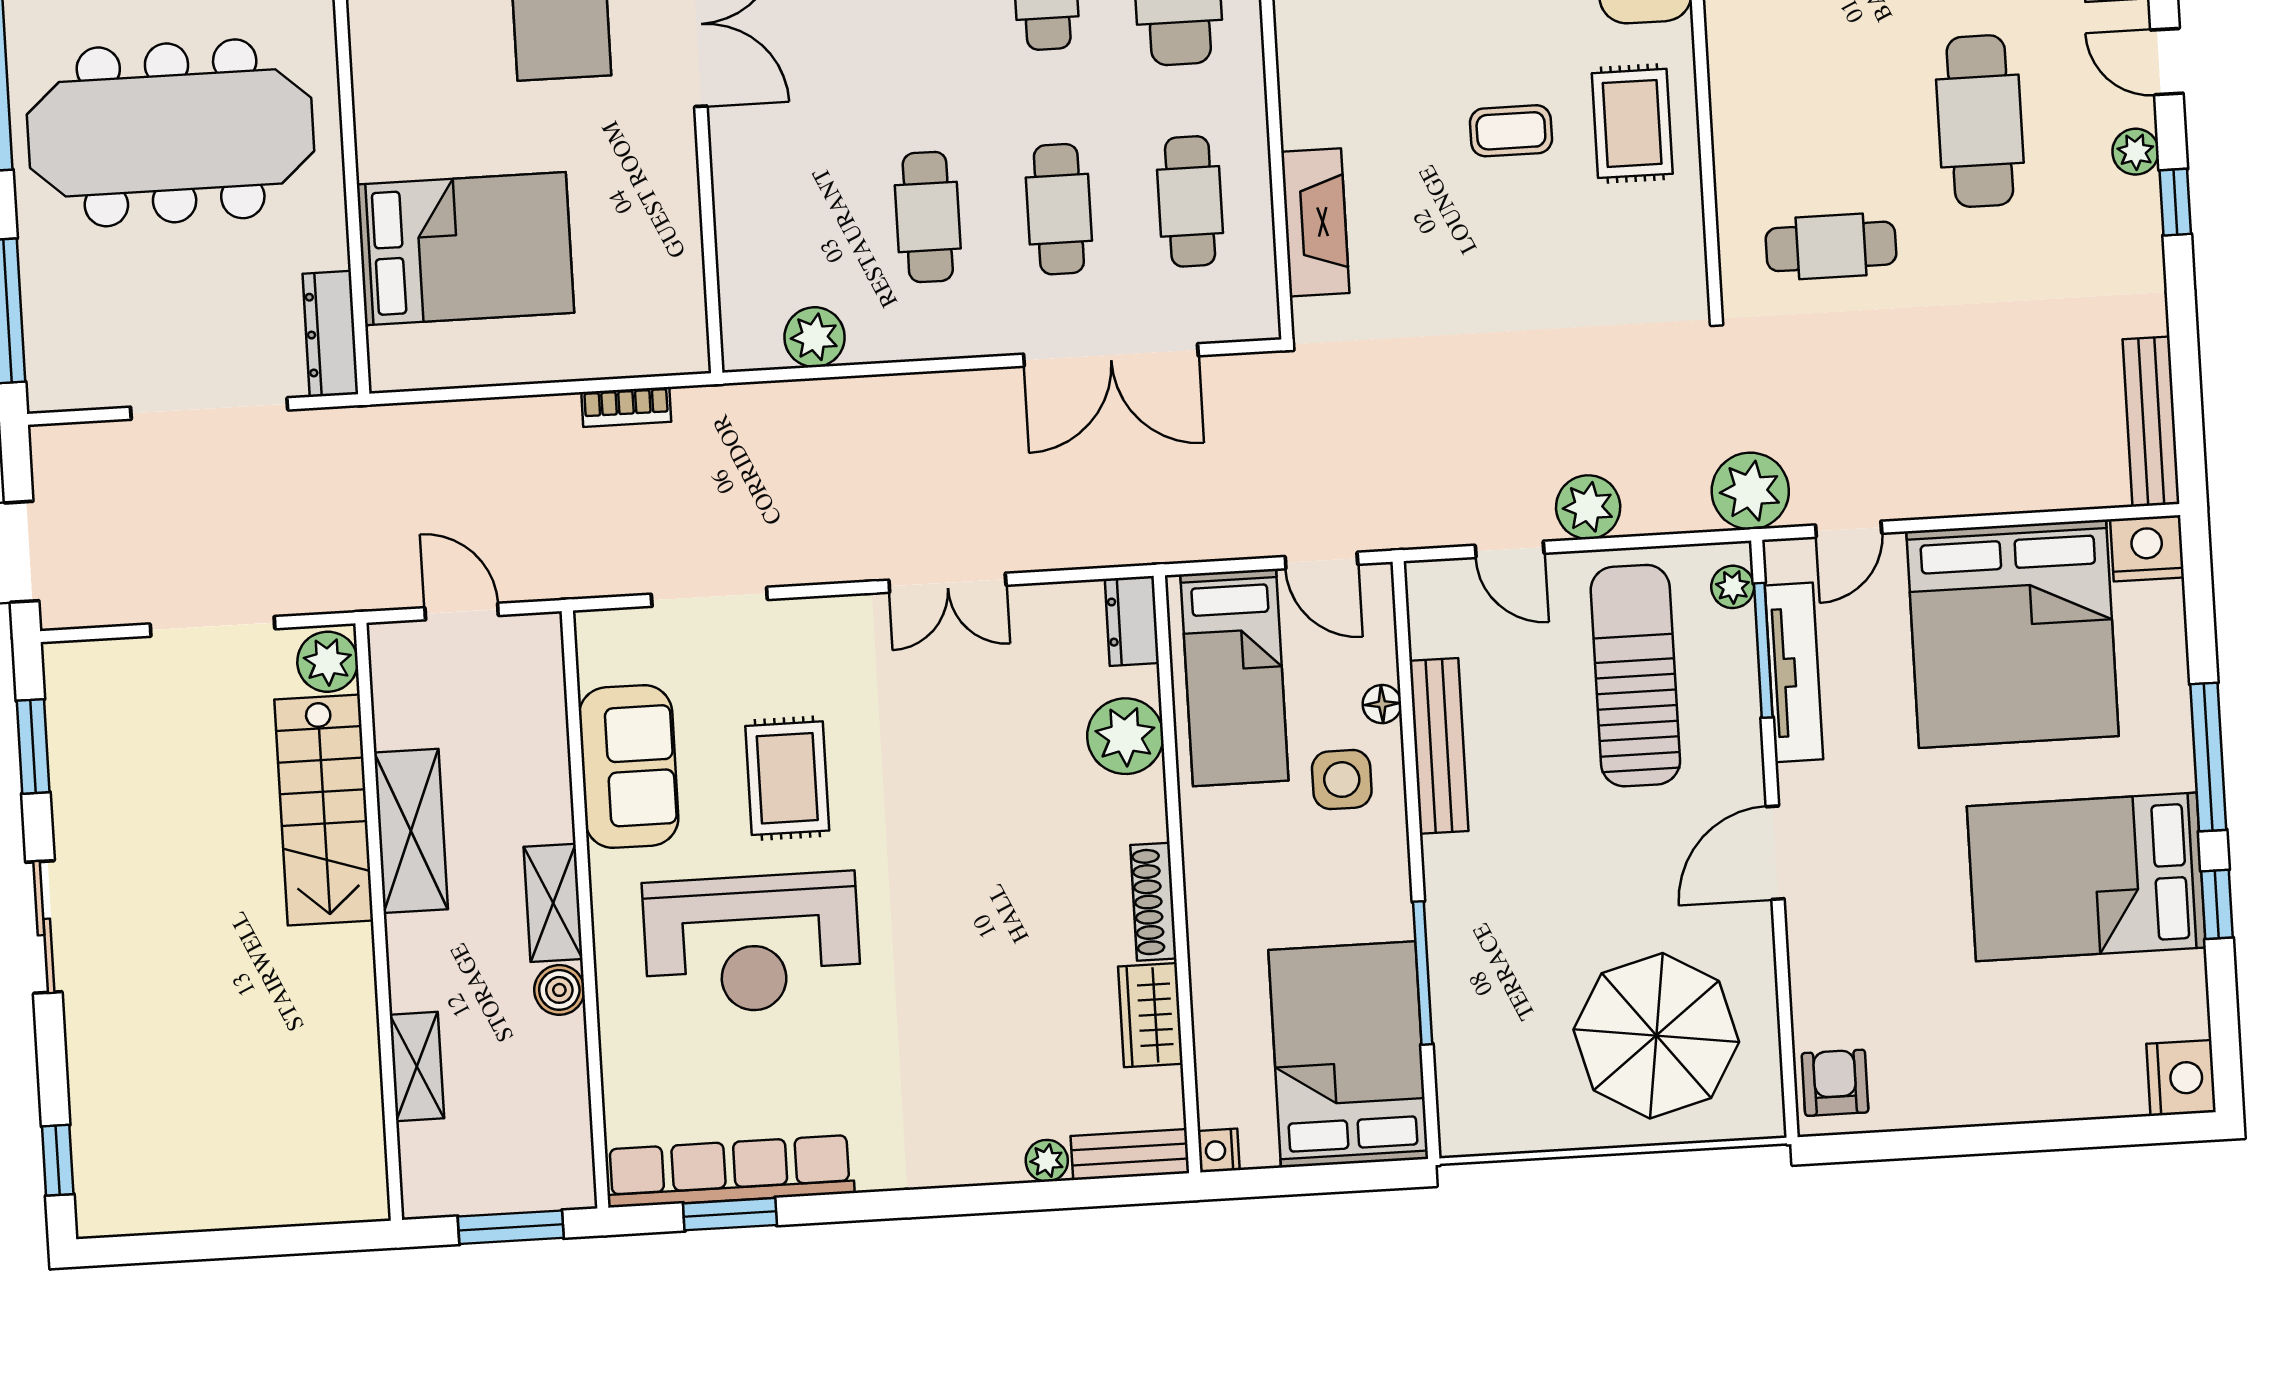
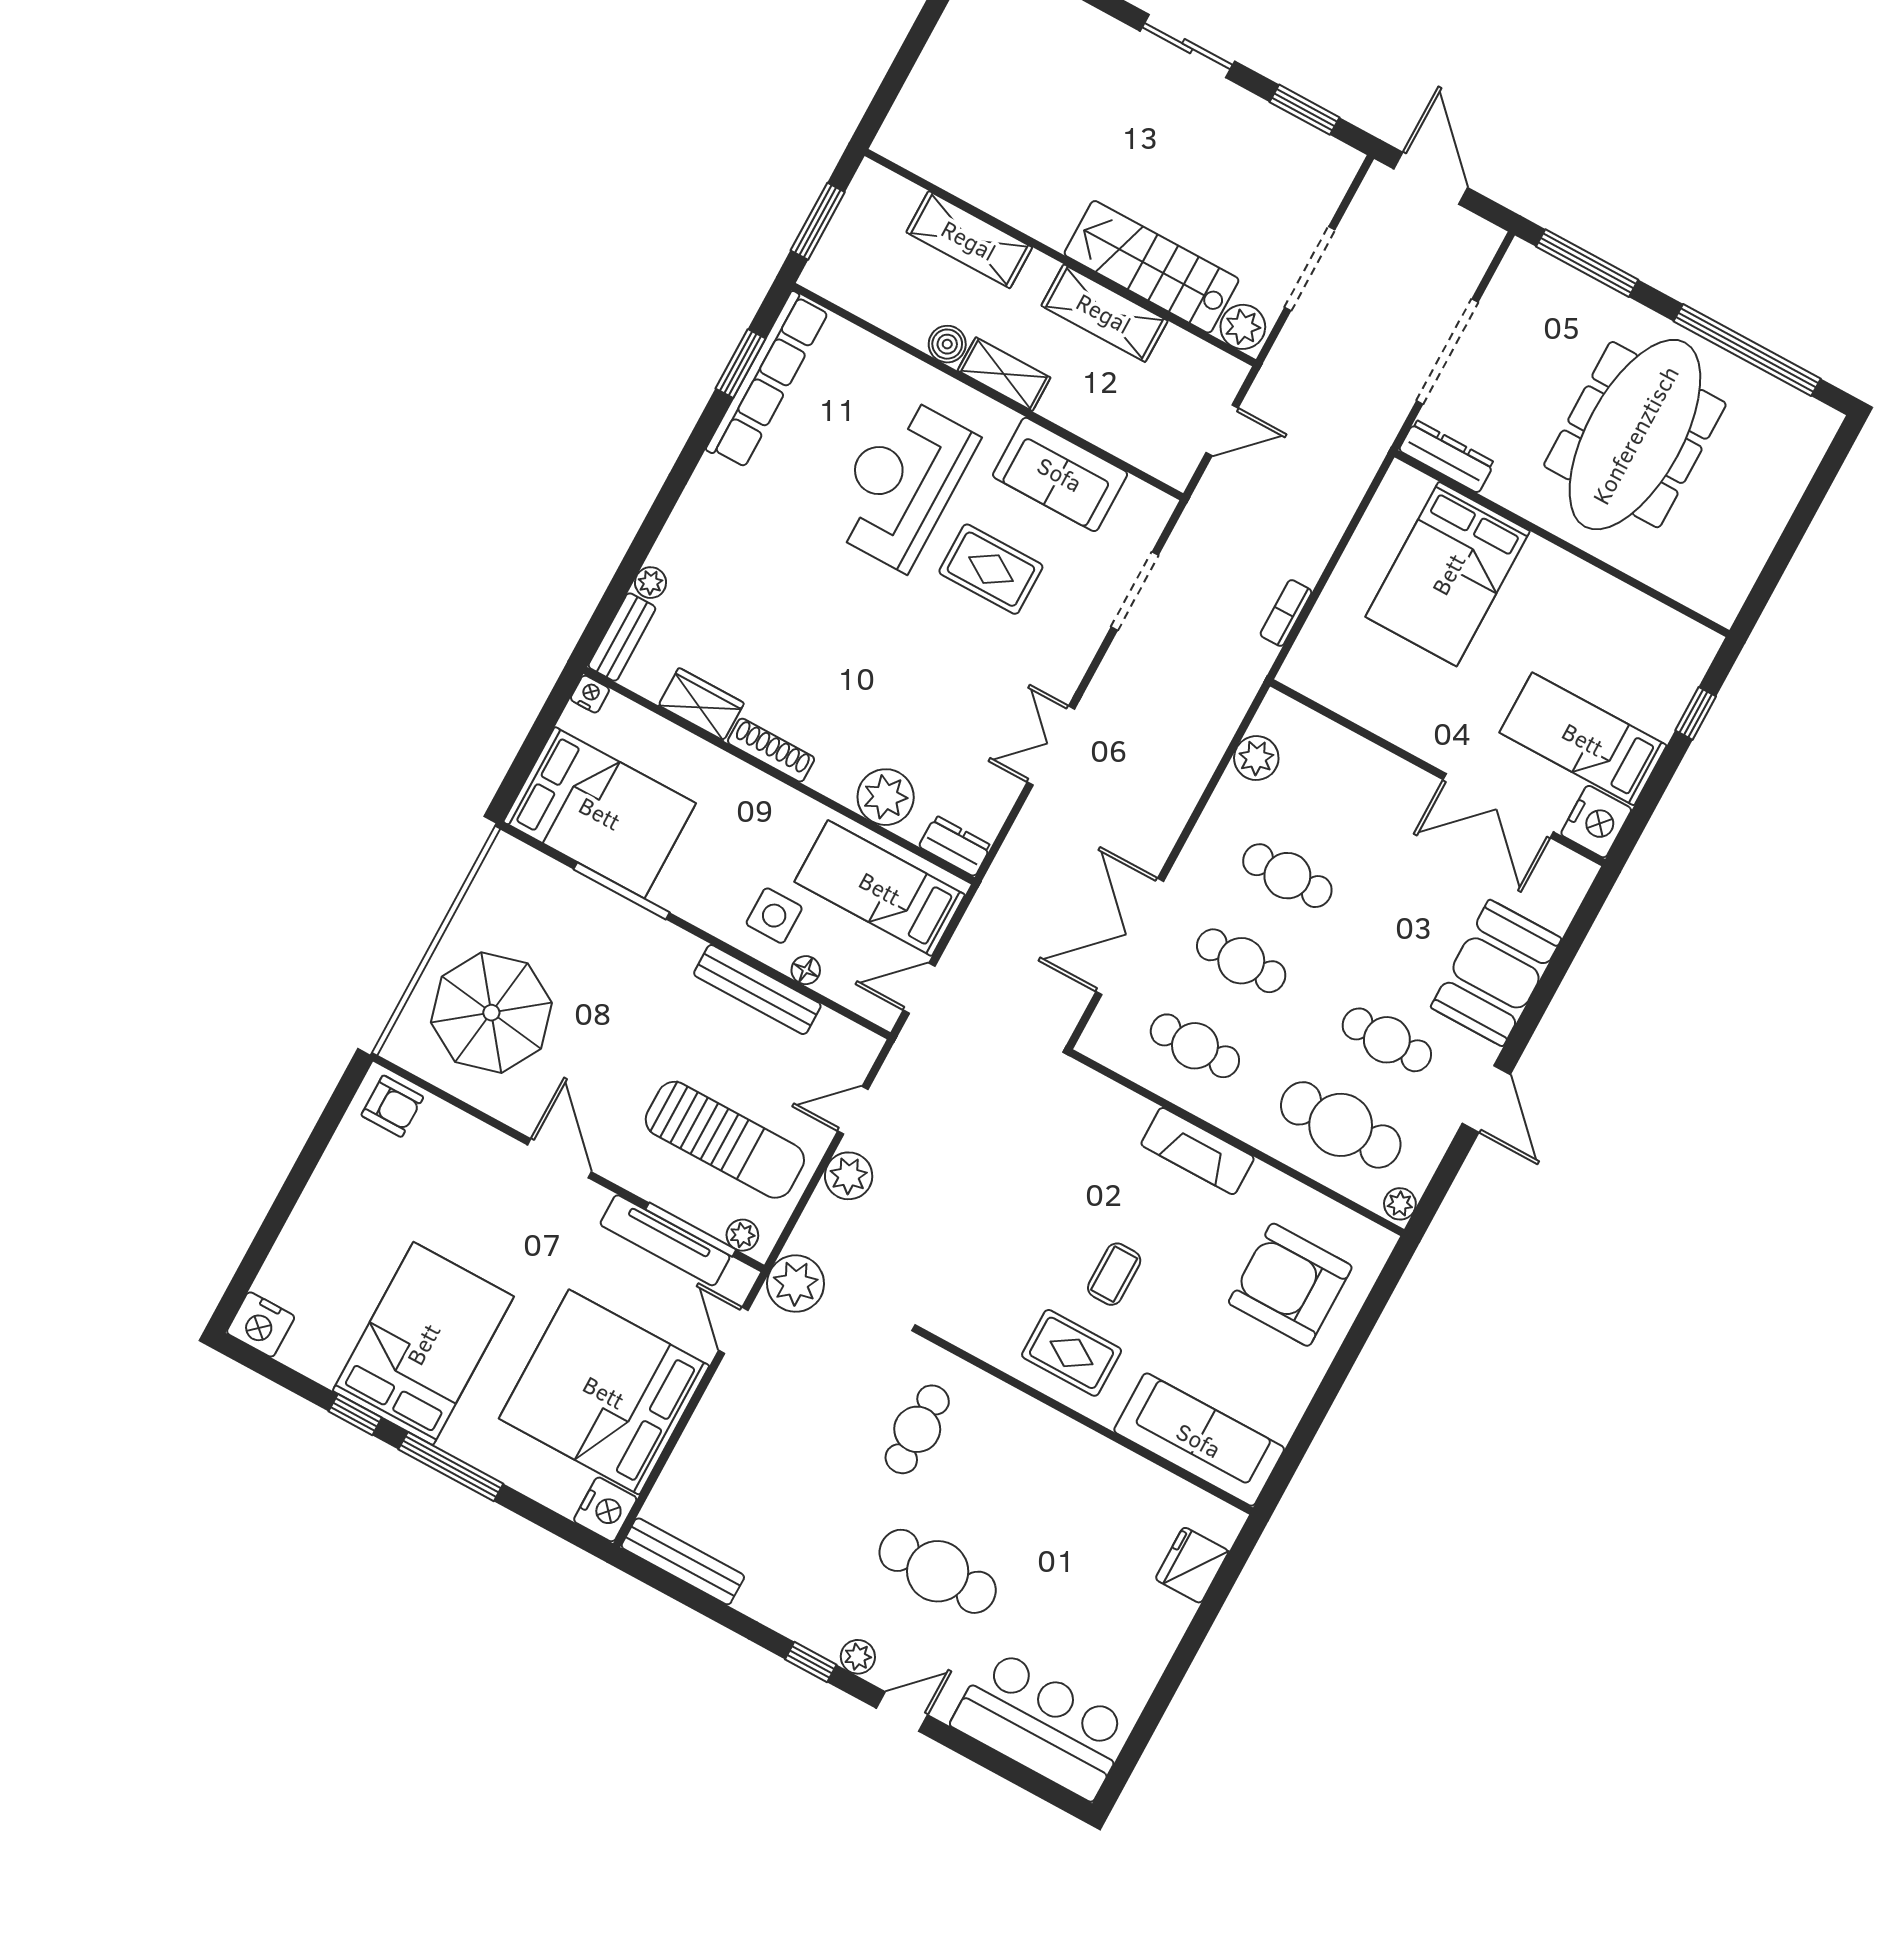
fireplace: (1315, 222) -> (1198, 1151), moved
shelving: (417, 1067) -> (969, 240), width x1.50, depth x1.33

